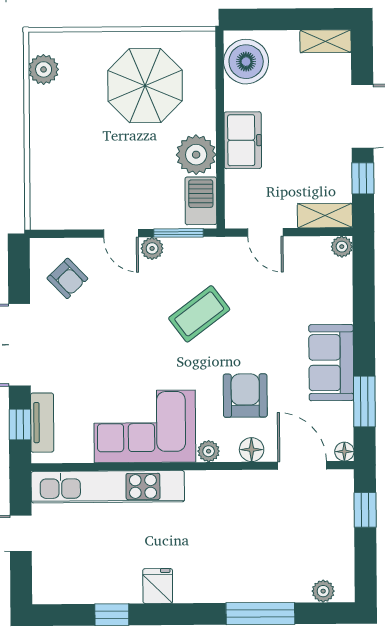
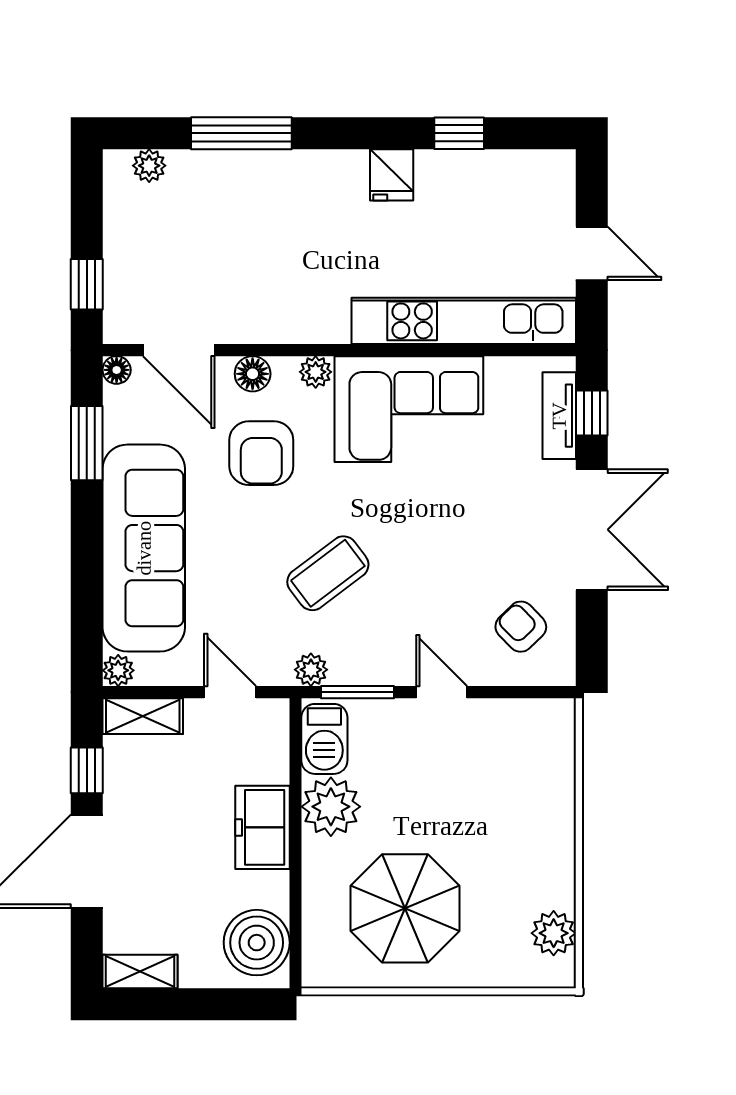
plant: (152, 248) -> (311, 670), moved
sofa: (331, 363) -> (144, 548), width x1.85, depth x1.27

